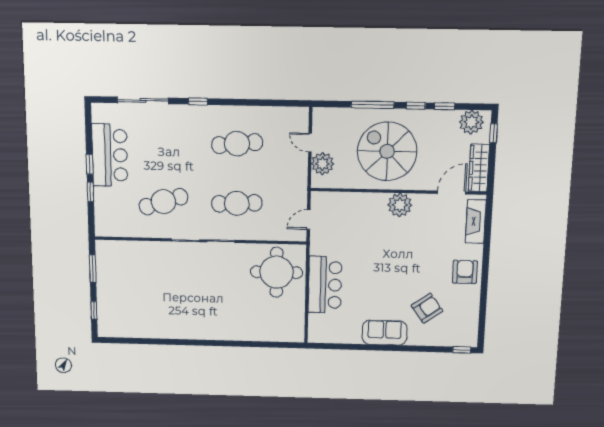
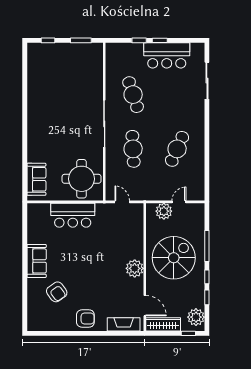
window: (198, 101) -> (207, 120), removed
cafe table: (237, 144) -> (177, 149), turned 30
sofa: (276, 330) -> (36, 179), added
window: (462, 350) -> (25, 320), removed

